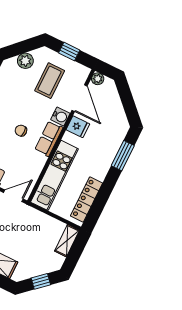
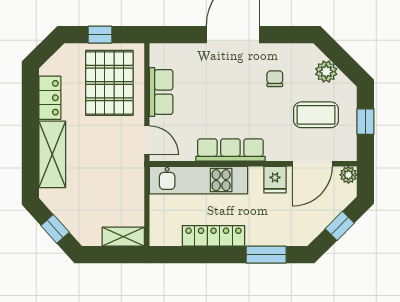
window: (127, 100) -> (340, 226), added
water cooler: (60, 116) -> (277, 151), removed
chair: (21, 131) -> (275, 79), moved
row of seats: (49, 139) -> (230, 150), width x1.48
locker: (87, 199) -> (213, 236), moved

